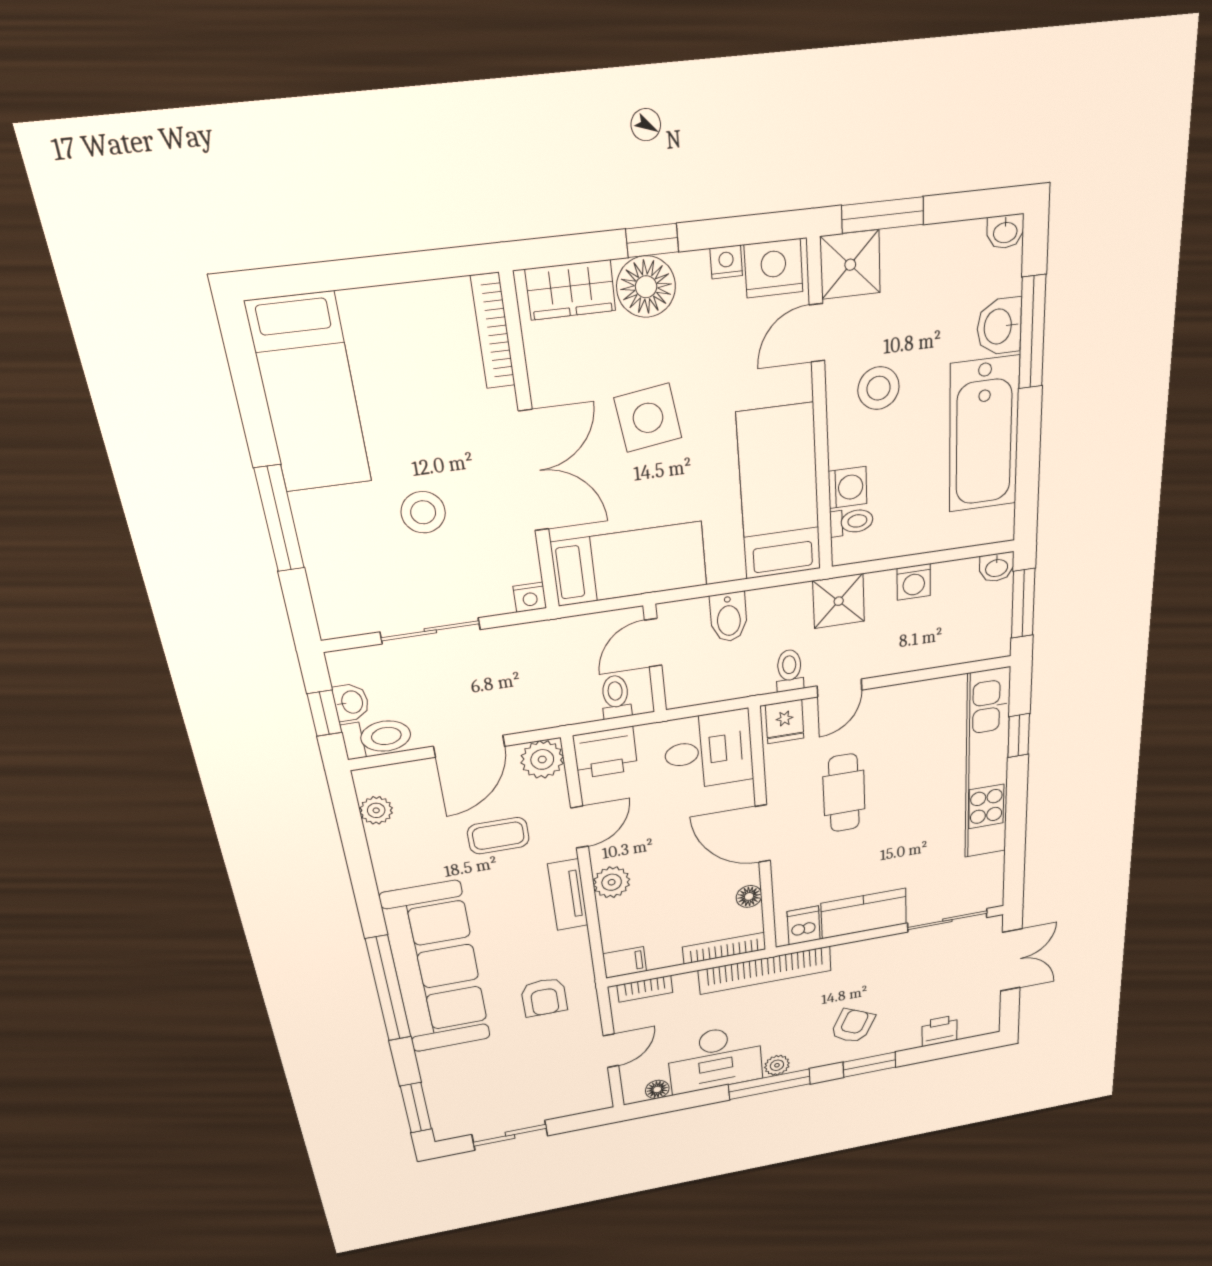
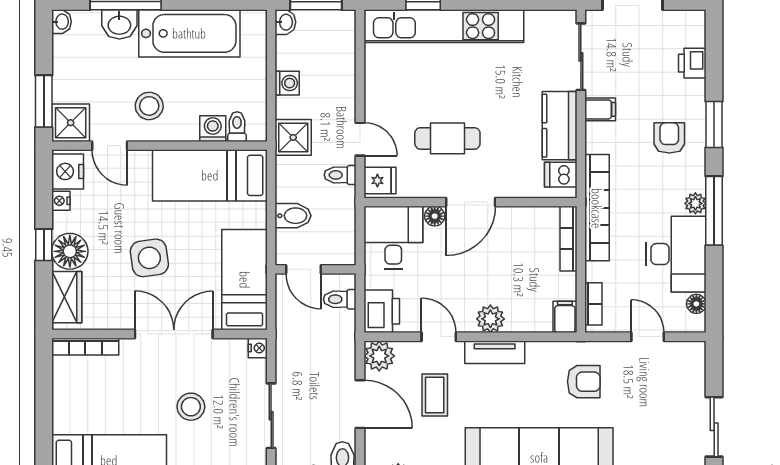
floor lamp: (749, 896) -> (435, 216), moved
filing cabinet: (885, 952) -> (600, 109), added
armchair: (853, 1026) -> (669, 138), turned 64

